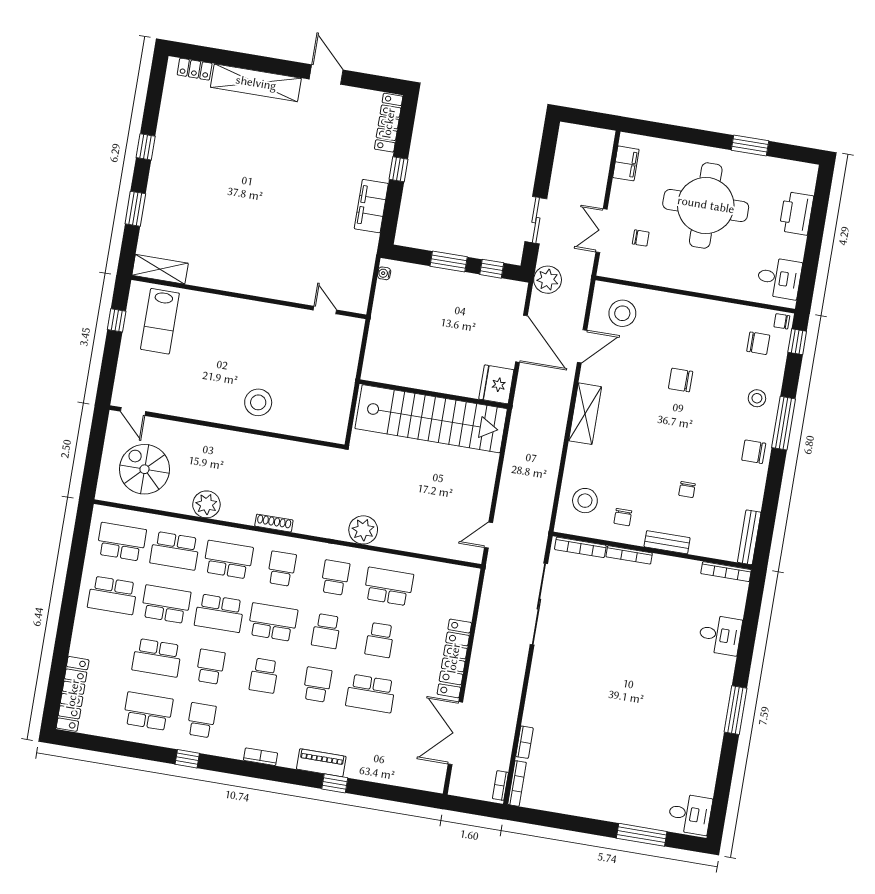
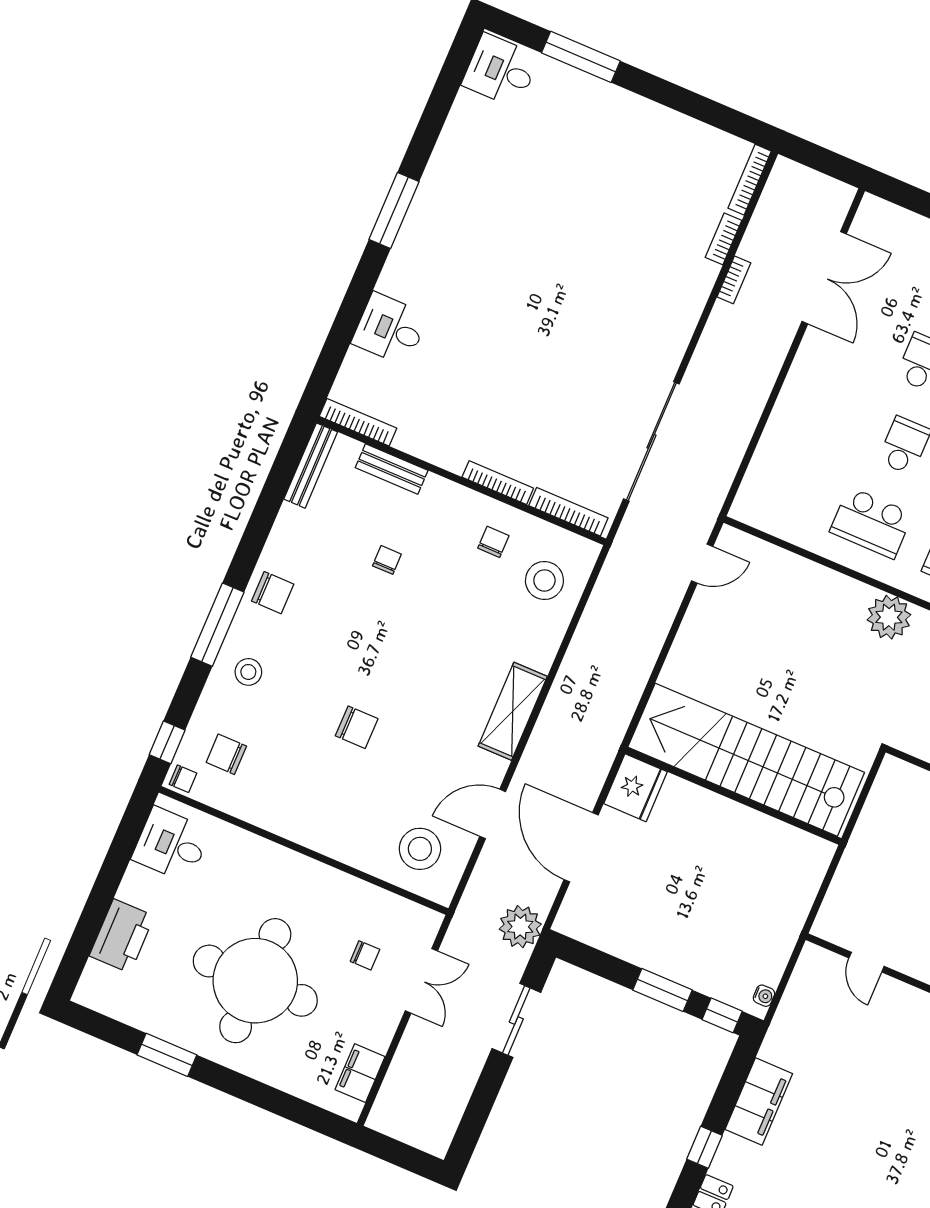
chair: (641, 238) -> (365, 955), turned 180
window: (492, 269) -> (722, 1015), moved
bench: (667, 542) -> (392, 469), moved
locker: (454, 658) -> (799, 391), removed
bookcase: (500, 786) -> (734, 280), moved

